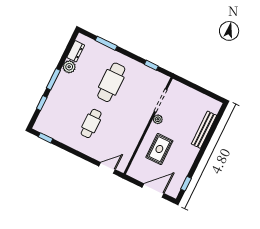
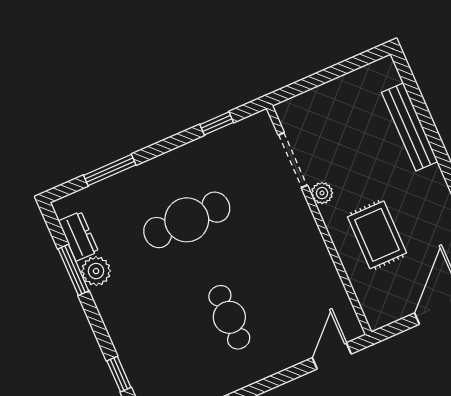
window: (53, 79) -> (73, 270), moved
cafe table: (111, 82) -> (187, 220), turned 90

